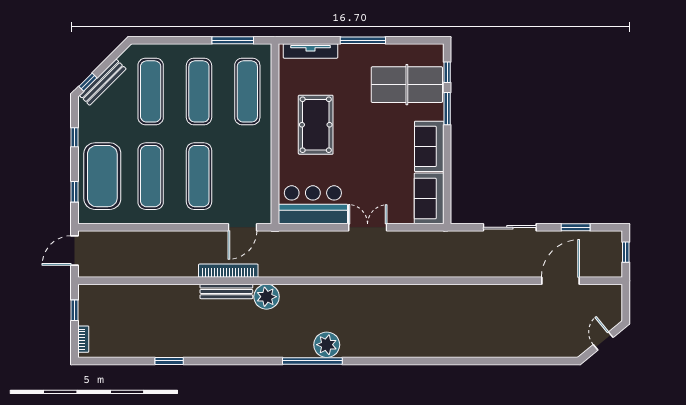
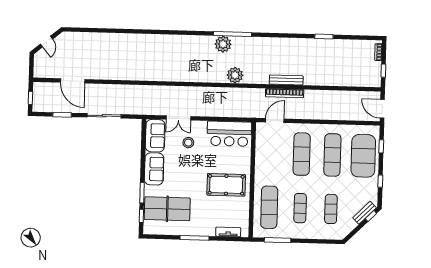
tv unit: (310, 51) -> (228, 232), width x0.71
bench: (103, 82) -> (365, 213), width x0.73
exercise mat: (151, 91) -> (331, 209), width x0.73, depth x0.69
exercise mat: (199, 91) -> (300, 208), width x0.73, depth x0.69
pool table: (316, 125) -> (226, 185), turned 90
stool: (377, 189) -> (188, 143), added
double door: (368, 227) -> (178, 118), moved
door: (75, 250) -> (382, 109), swing flipped
door: (560, 281) -> (73, 81), hinge flipped
plant: (267, 297) -> (235, 75), moved

